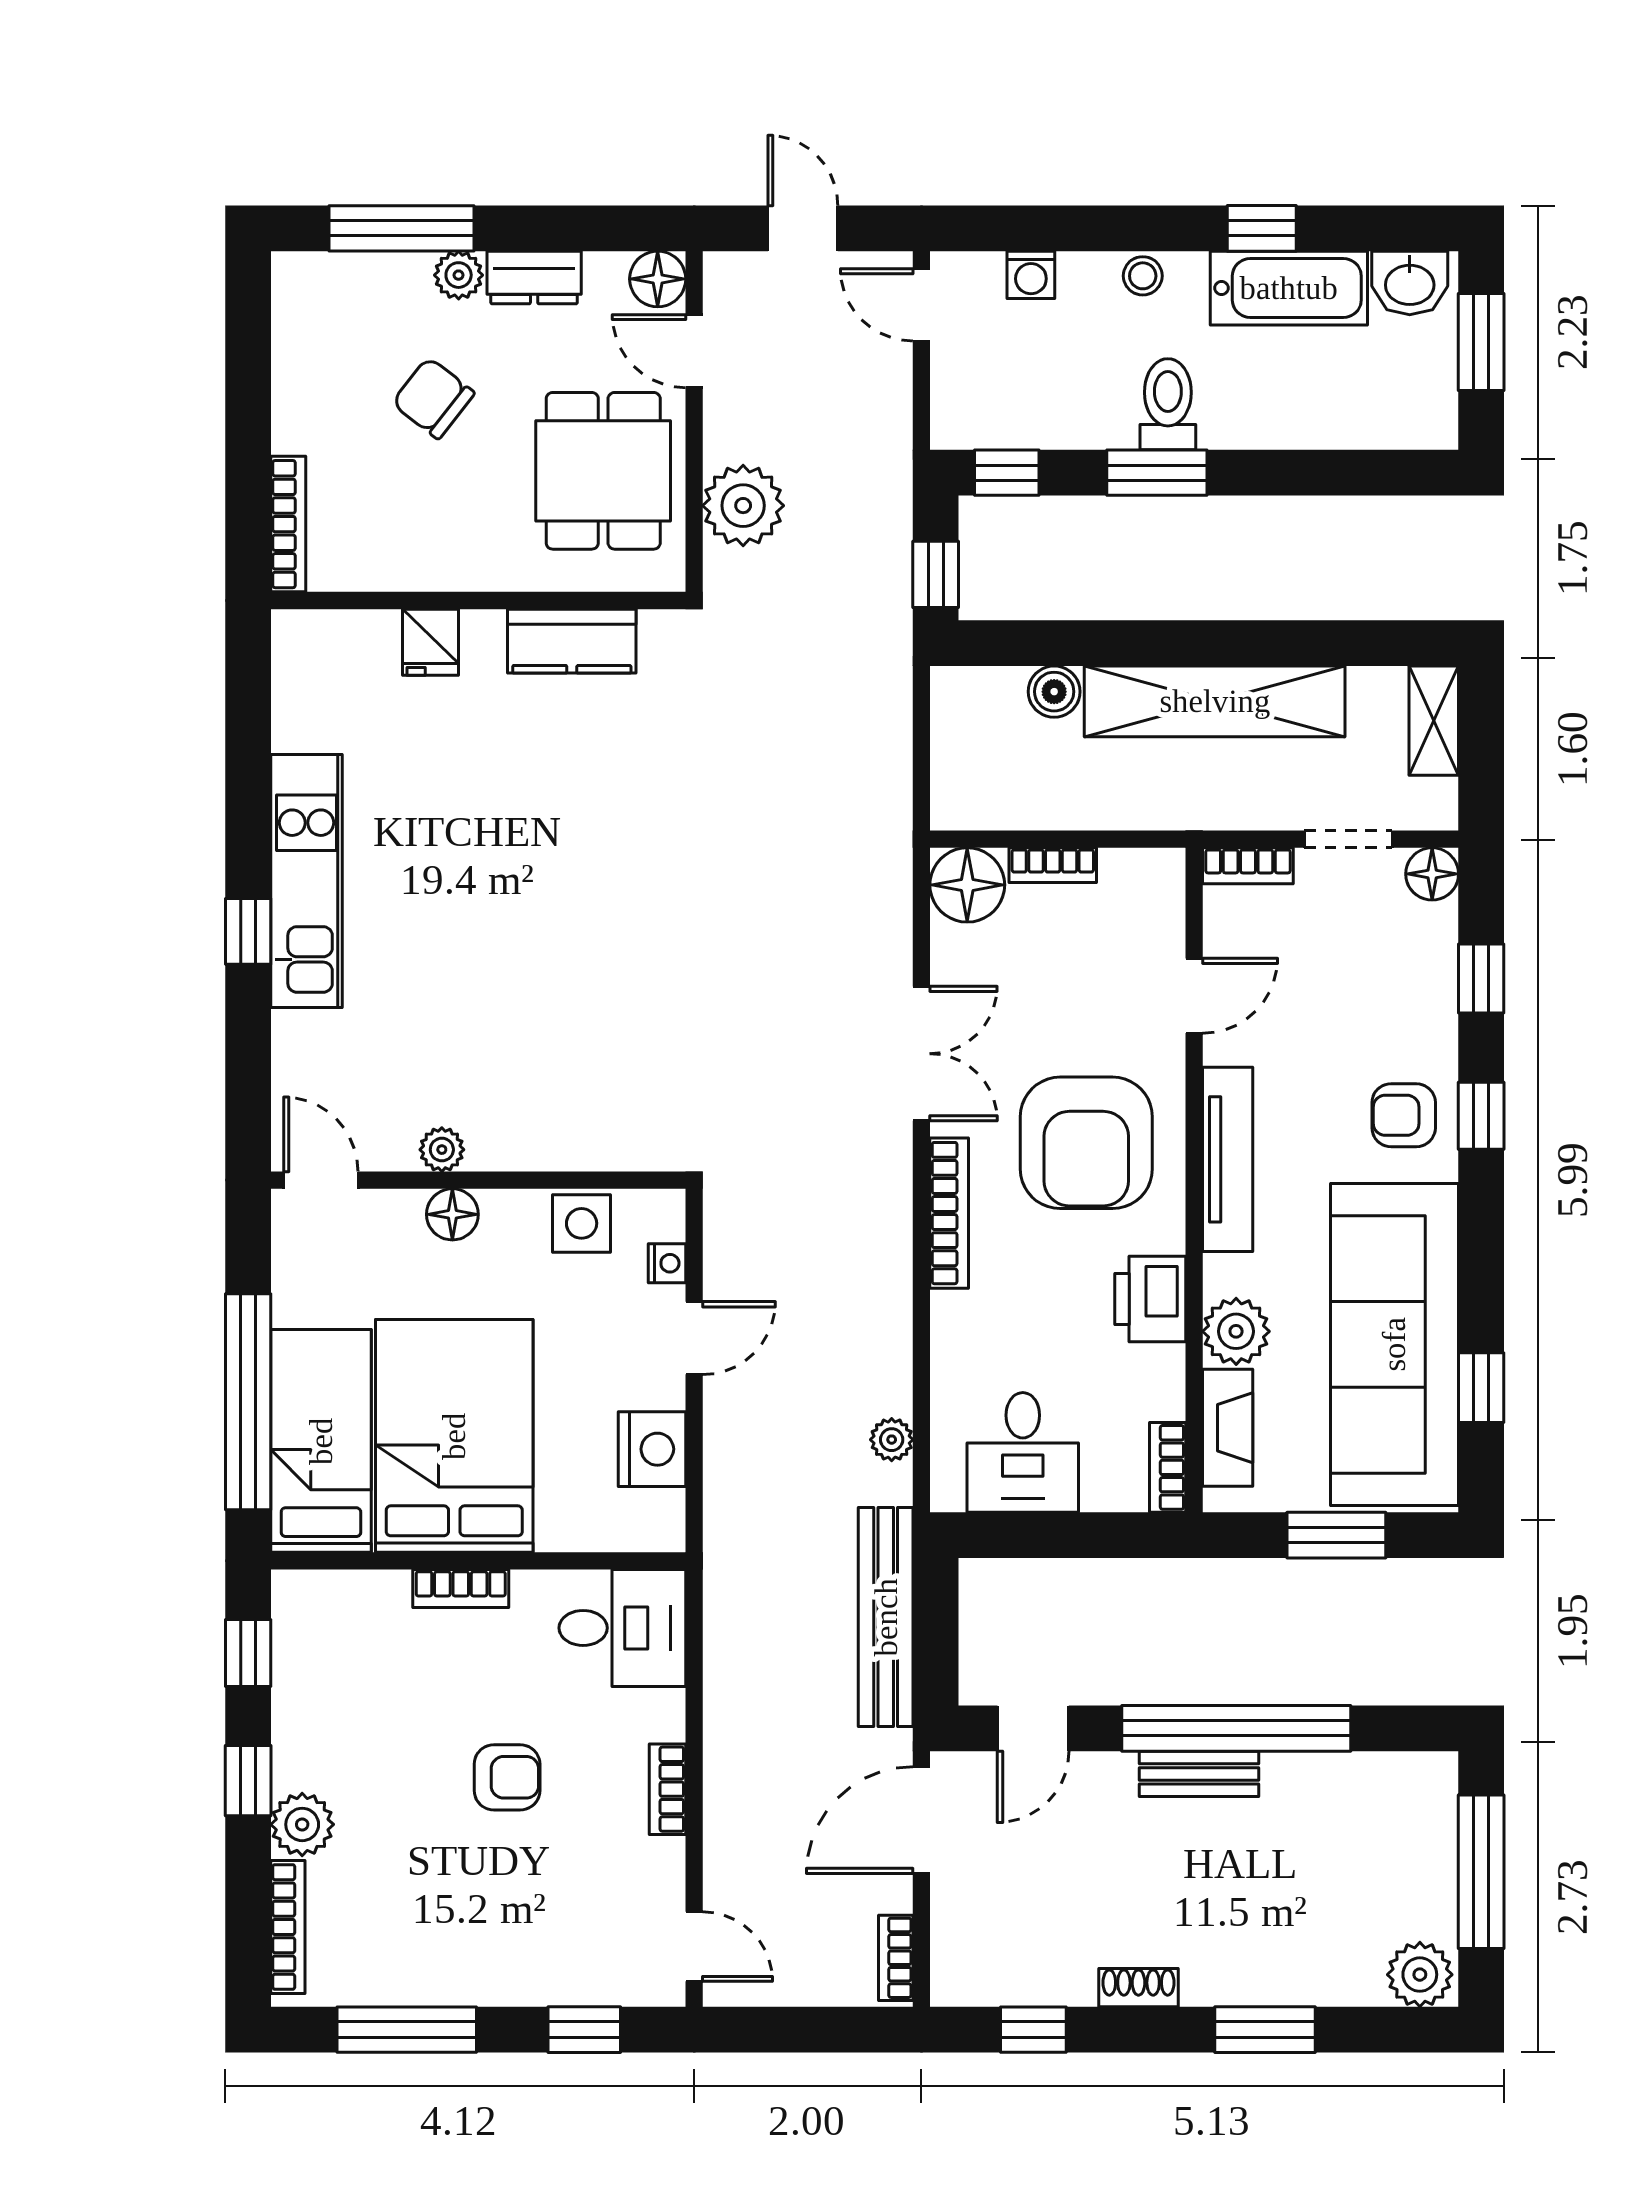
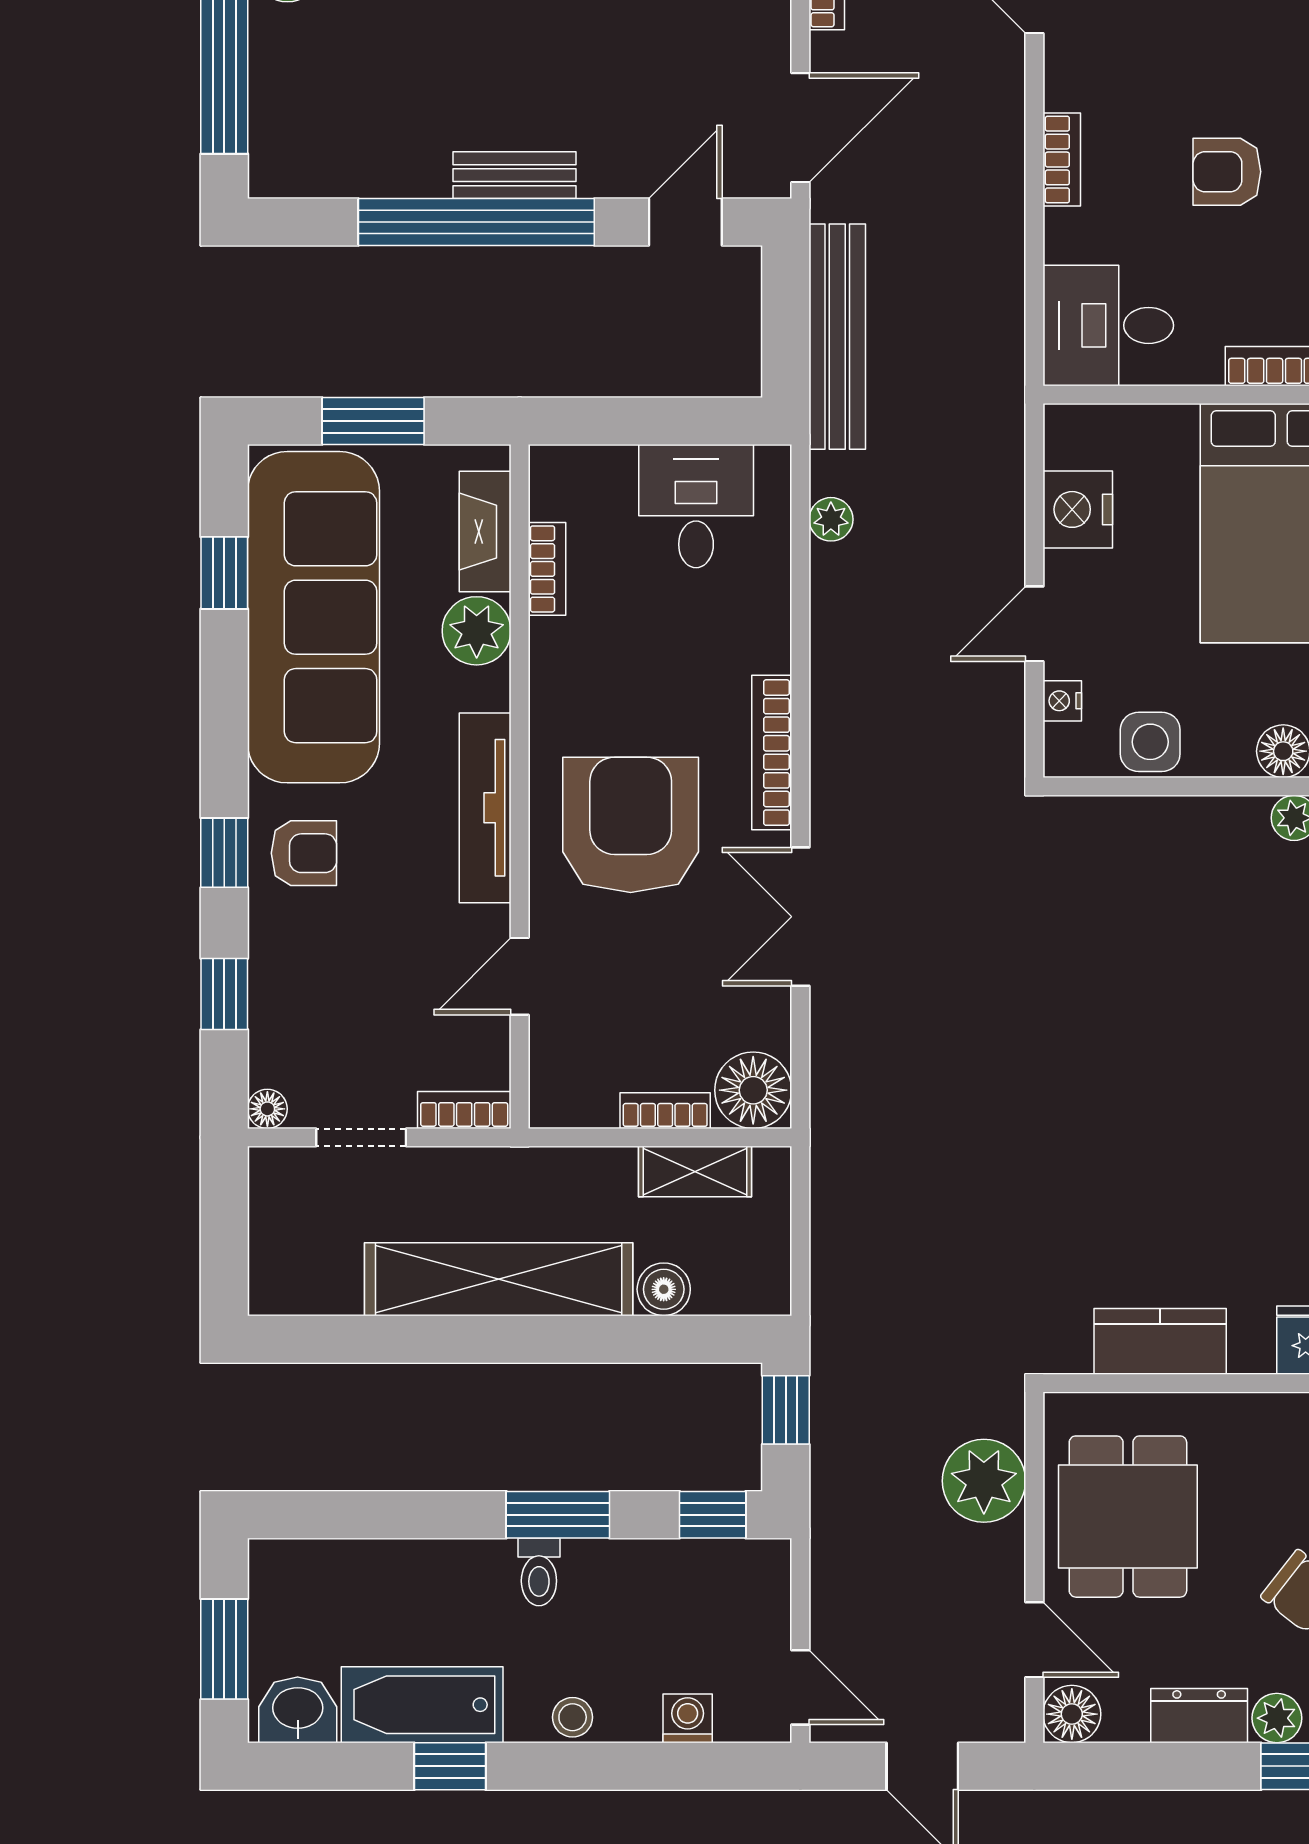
toilet: (1168, 404) -> (539, 1572), width x0.73, depth x0.72
shelving: (1434, 721) -> (695, 1172), moved, turned 90
floor lamp: (1432, 874) -> (267, 1109), width x0.73, depth x0.73
printer: (1150, 1299) -> (565, 664), removed
bookcase: (1168, 1467) -> (547, 569), moved

